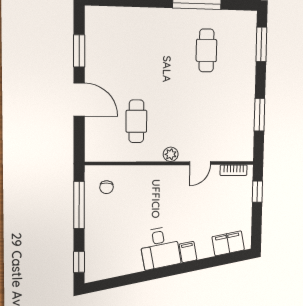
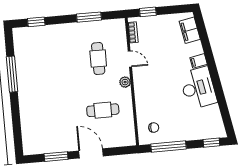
window: (261, 44) -> (36, 22), width x0.67
cafe table: (206, 50) -> (98, 58), moved, turned 90
door: (79, 99) -> (91, 153), hinge flipped
desk: (160, 248) -> (198, 88), width x1.37

